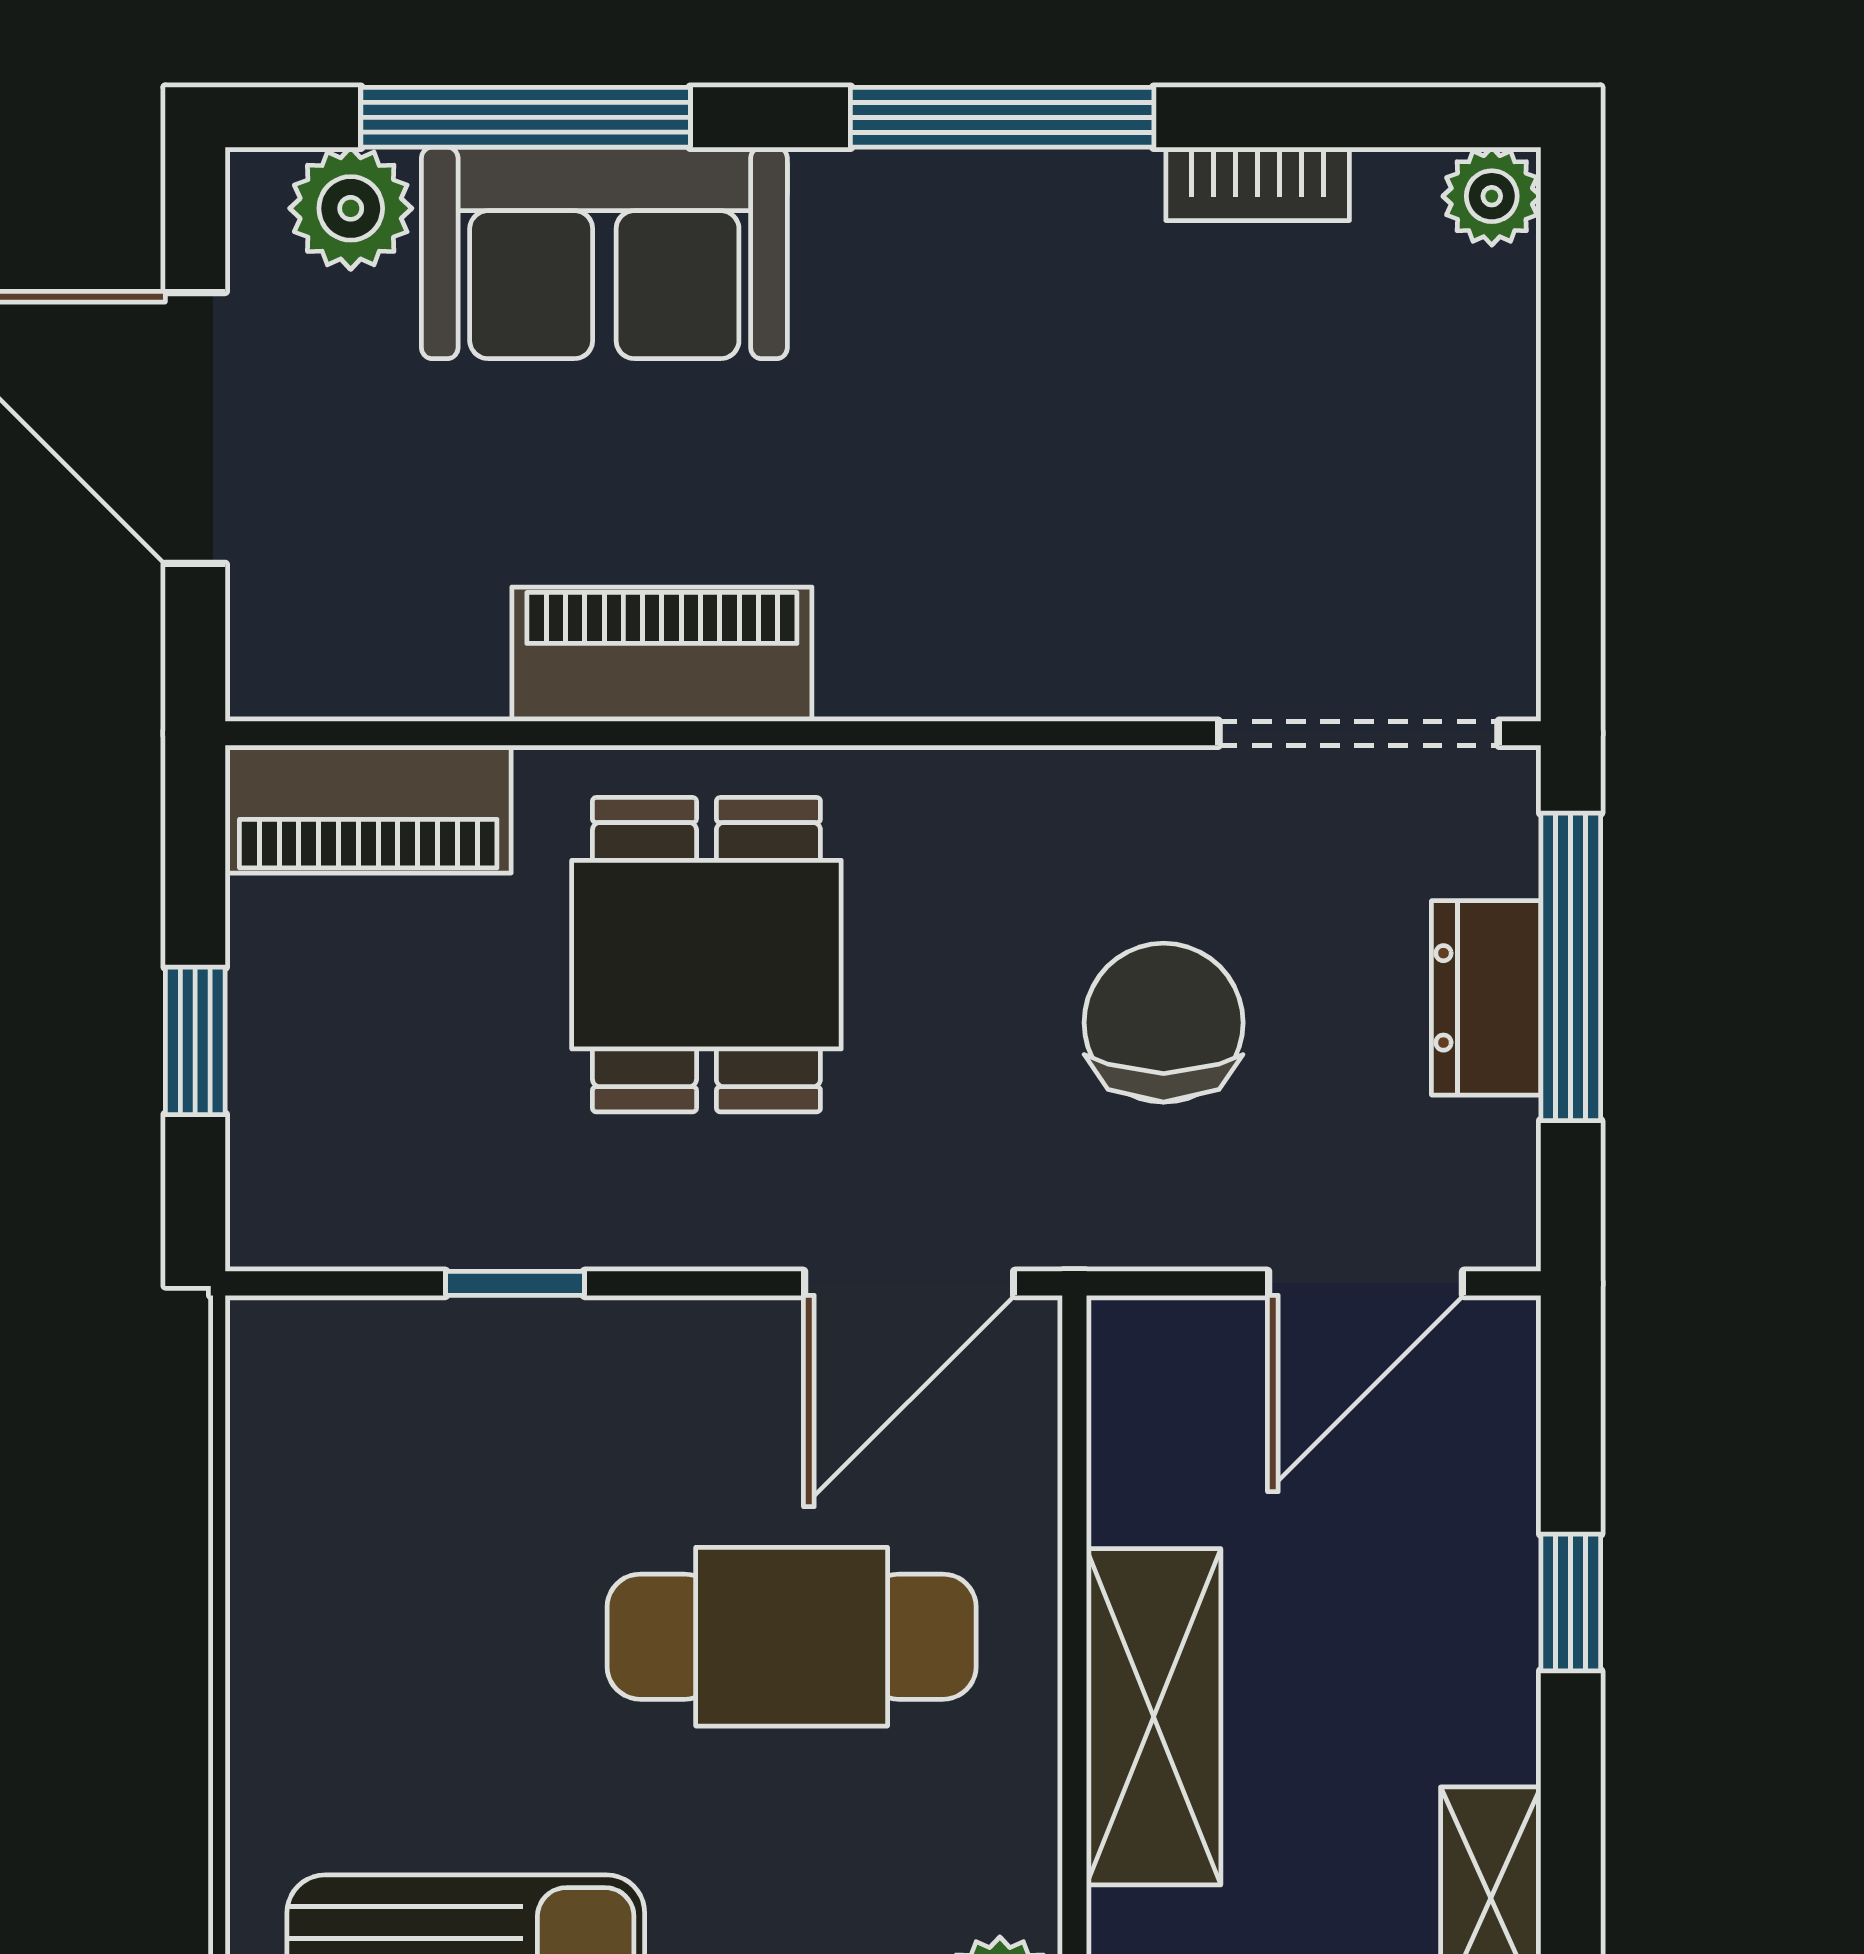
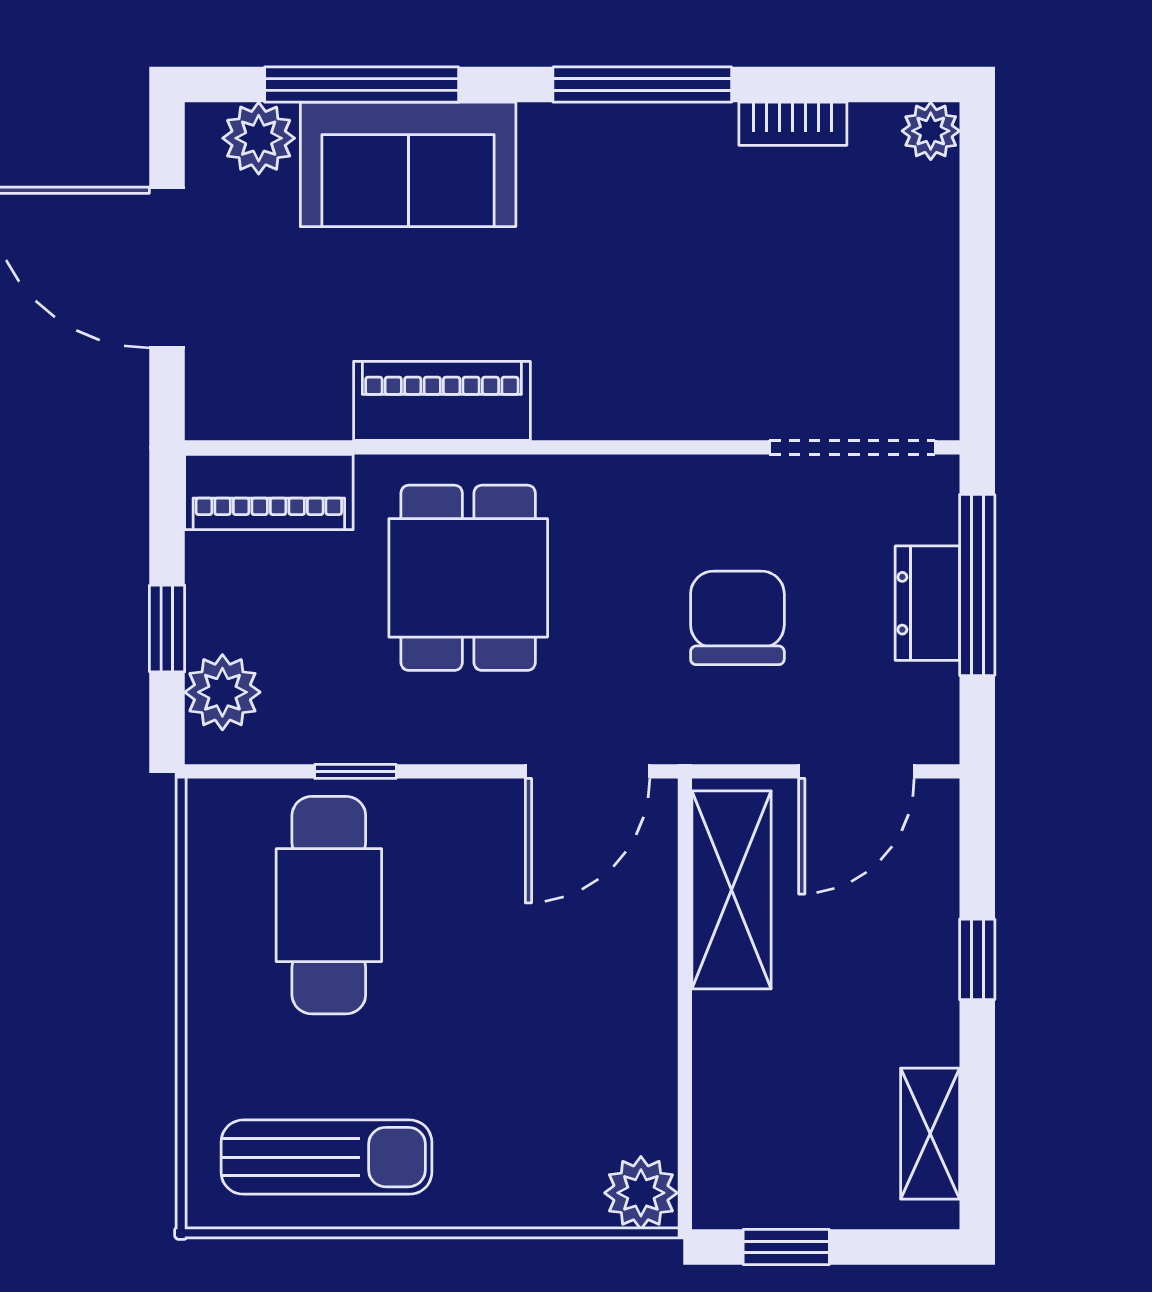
plant: (289, 1149) -> (222, 692), added
cafe table: (792, 1637) -> (329, 905), moved, turned 90
shelving: (1154, 1717) -> (732, 890), moved

